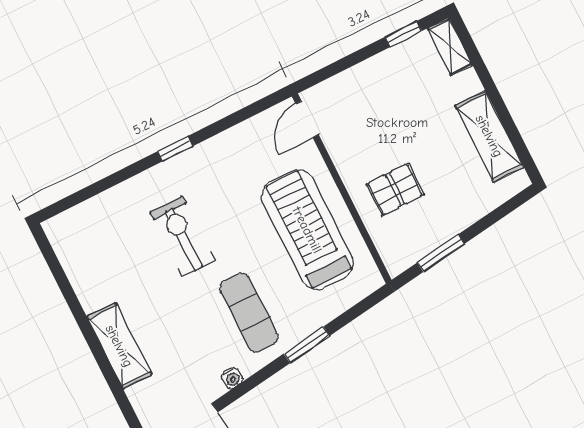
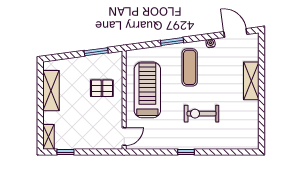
treadmill: (307, 230) -> (147, 90), turned 180
exercise bike: (182, 236) -> (202, 114), turned 90

